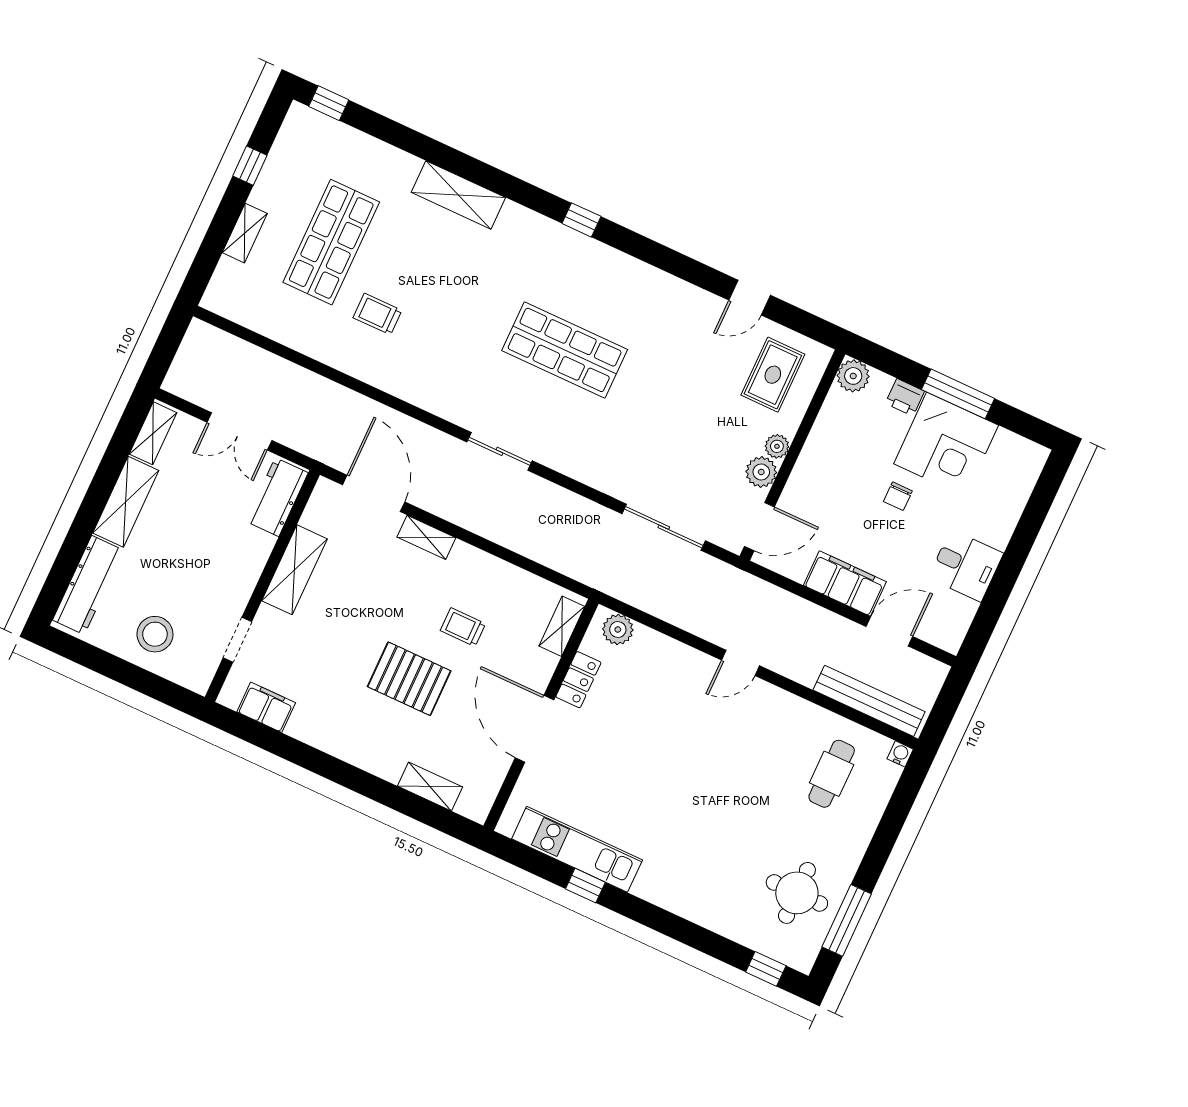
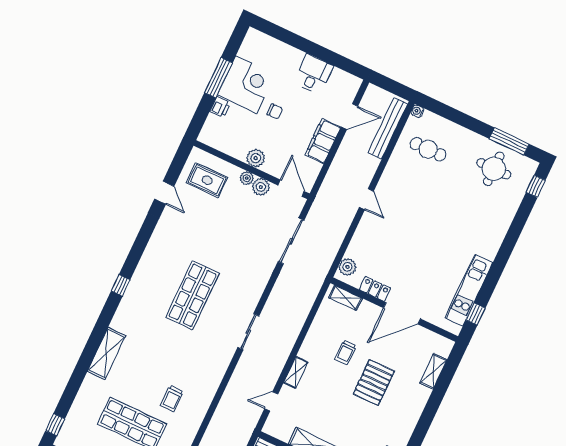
plant: (853, 376) -> (256, 158), moved
door: (374, 493) -> (271, 401), width x0.53
door: (889, 632) -> (350, 117), swing flipped
window: (585, 886) -> (476, 314), moved

